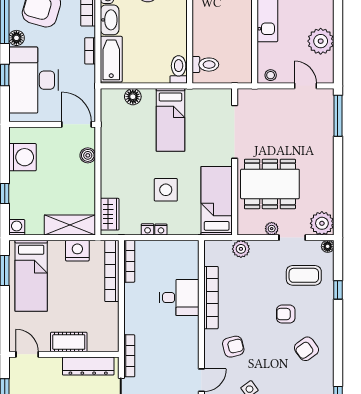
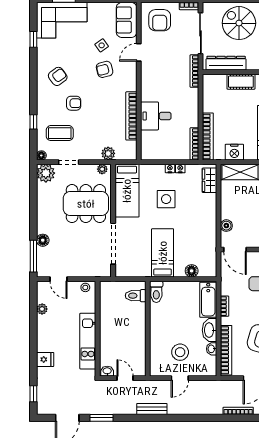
plant: (321, 41) -> (42, 309), width x0.53, depth x0.53
floor lamp: (326, 136) -> (43, 240), added
plant: (272, 229) -> (102, 169), moved
armchair: (233, 347) -> (105, 69), moved

